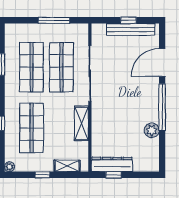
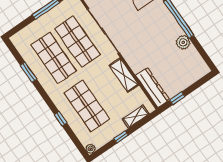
dresser: (112, 164) -> (152, 87), moved, turned 90

